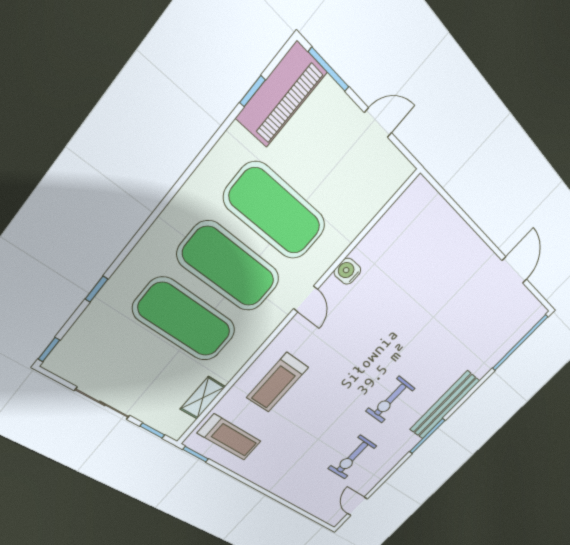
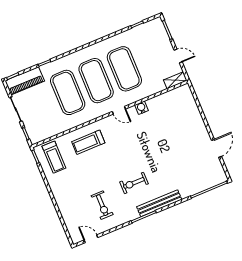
piano: (281, 95) -> (25, 81), moved
door: (306, 299) -> (119, 110), hinge flipped
shelving: (203, 398) -> (175, 80), moved
exercise bike: (352, 457) -> (102, 205), turned -90
door: (357, 506) -> (91, 239), hinge flipped

